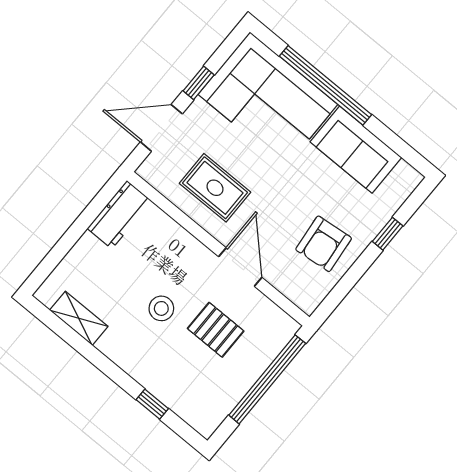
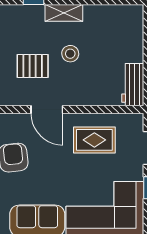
shelving: (79, 318) -> (64, 13), moved

